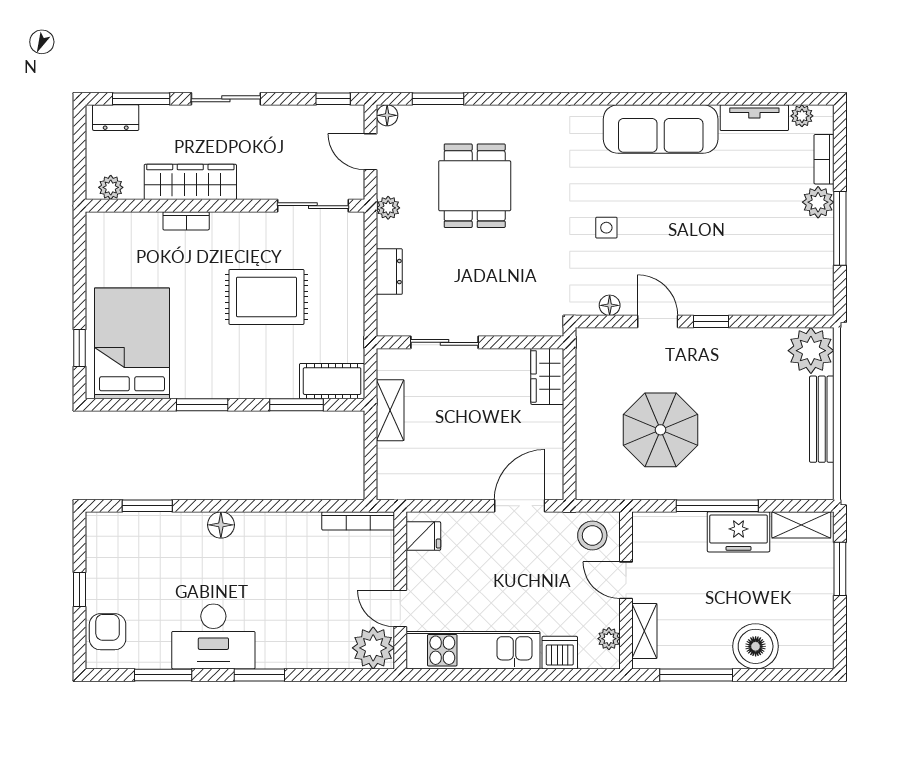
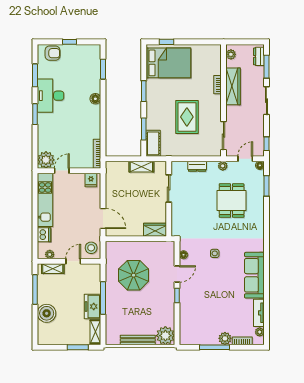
dining table: (475, 186) -> (232, 201), turned 90

